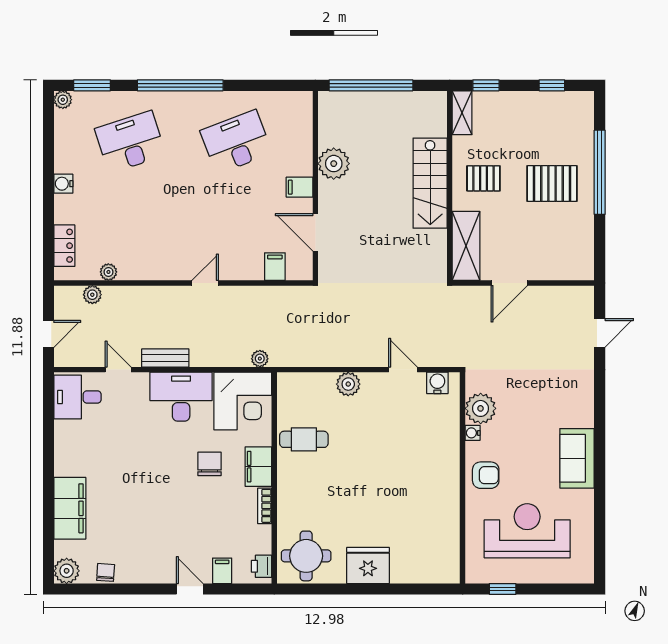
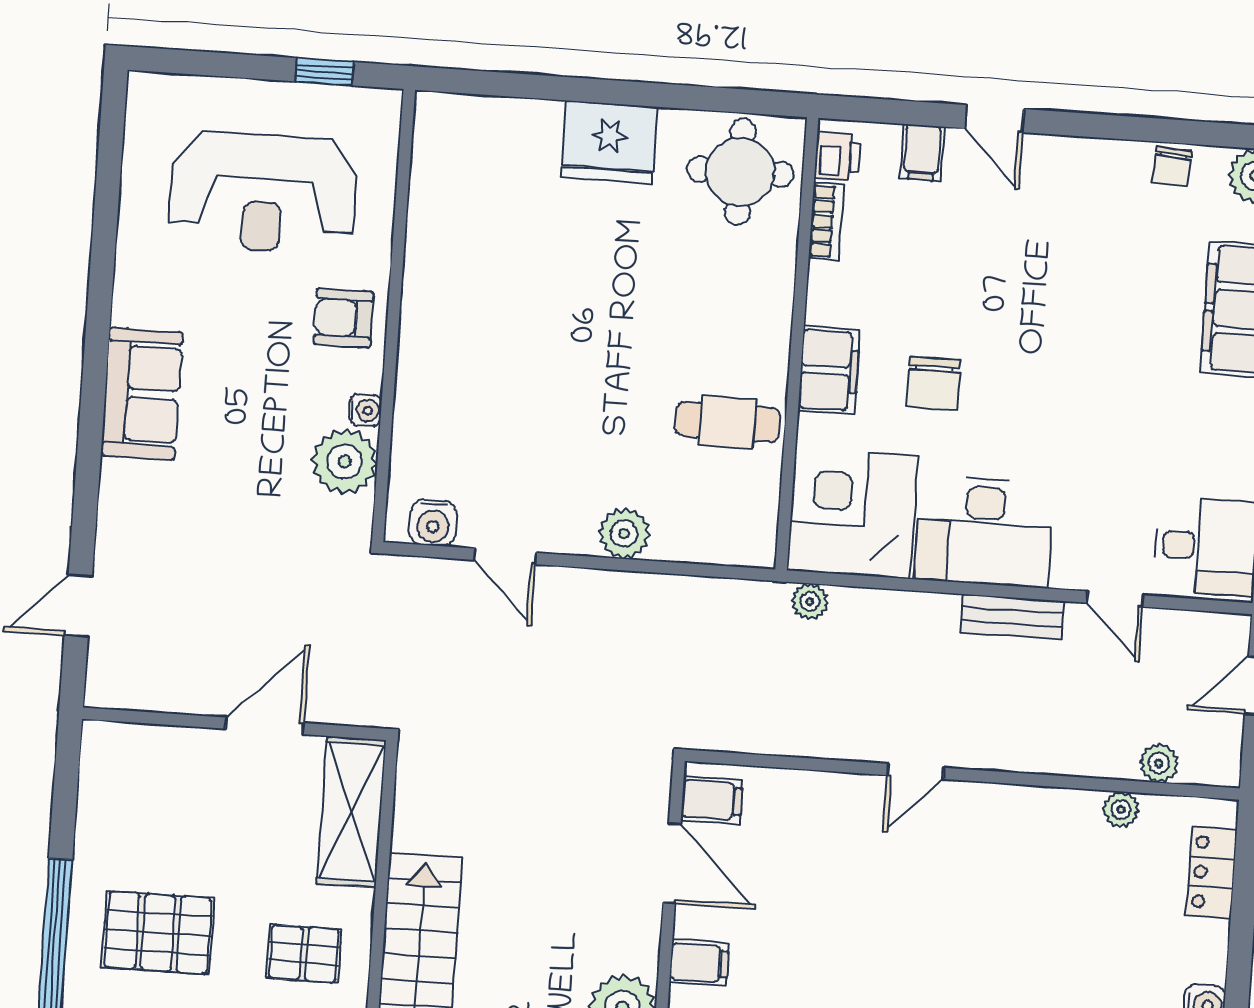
filing cabinet: (275, 267) -> (712, 800), moved, turned -90
sofa: (577, 458) -> (142, 394), moved
bookcase: (265, 506) -> (826, 221), moved

